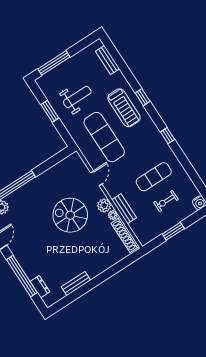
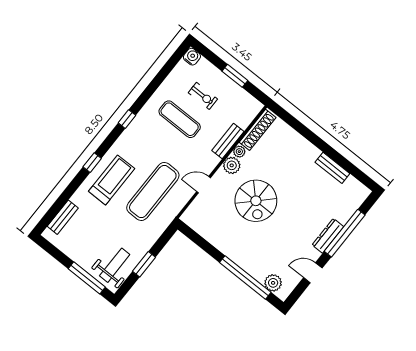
weight bench: (77, 97) -> (115, 265), moved, turned 90
dresser: (40, 287) -> (328, 236), moved, width x1.44

